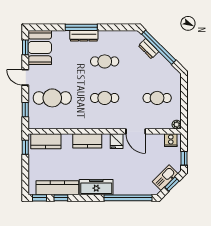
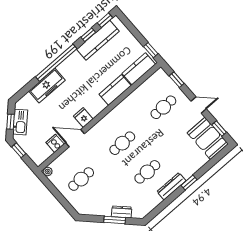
window: (81, 27) -> (189, 183), width x0.46
dresser: (84, 36) -> (171, 186), moved
window: (159, 47) -> (115, 220), width x0.47
cafe table: (52, 98) -> (163, 107), width x0.73, depth x0.74
cooker: (171, 140) -> (55, 143), moved
kitchen counter: (87, 141) -> (115, 90), moved
freezer: (96, 187) -> (47, 86), moved
window: (128, 198) -> (56, 63), moved

